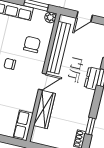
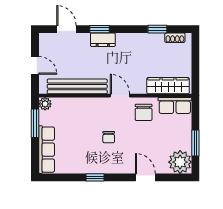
chair: (32, 45) -> (144, 112), moved, turned -90
wardrobe: (44, 110) -> (168, 86), moved

